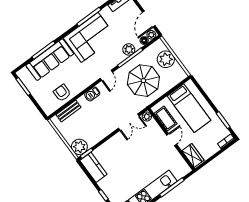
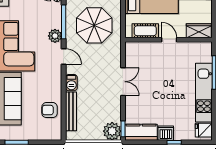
plant: (129, 49) -> (55, 36), moved
bench: (69, 111) -> (71, 111), width x1.36
plant: (147, 117) -> (130, 47), removed
double door: (129, 122) -> (123, 82), moved
dishwasher: (105, 185) -> (166, 133), added

